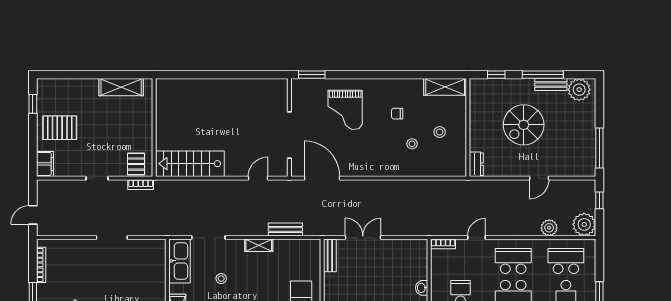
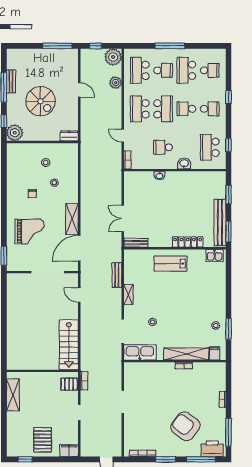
shelving: (445, 87) -> (72, 219), moved
plant: (579, 90) -> (15, 133), moved

